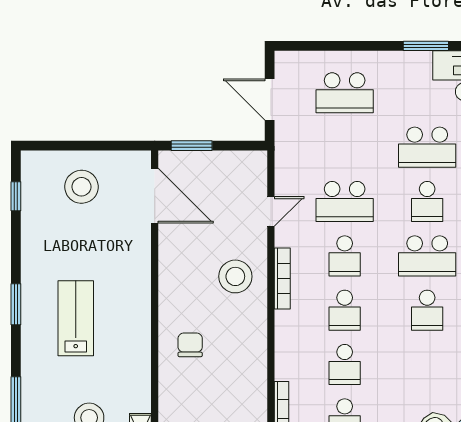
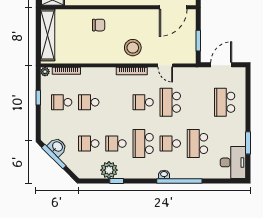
window: (192, 146) -> (198, 41), moved
school desk: (345, 310) -> (89, 143), moved

